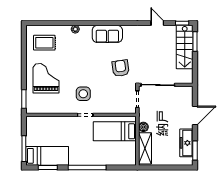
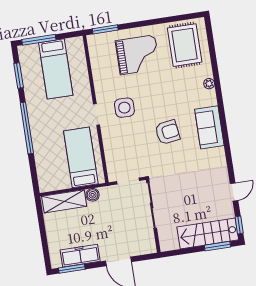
rug: (44, 43) -> (185, 45), width x1.36, depth x1.43
armchair: (121, 68) -> (167, 132), moved
bed: (47, 156) -> (56, 69), moved

